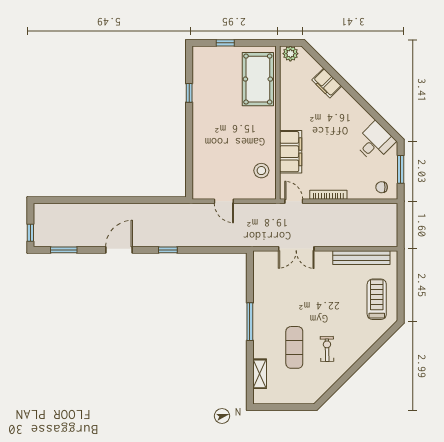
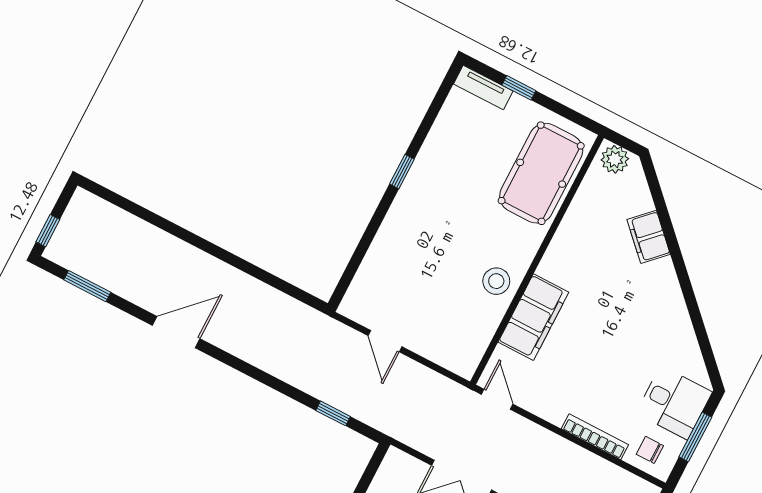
tv unit: (208, 52) -> (483, 87), added
window: (189, 93) -> (402, 172), moved
desk: (375, 142) -> (674, 403), moved, turned 45
stool: (261, 171) -> (496, 281), moved
bookcase: (328, 195) -> (595, 437), moved
window: (168, 250) -> (333, 413), moved

